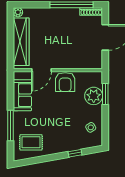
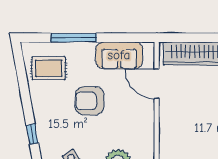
armchair: (65, 82) -> (90, 101), moved
rug: (31, 142) -> (49, 68), turned 90

